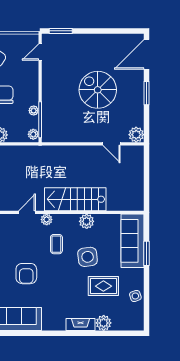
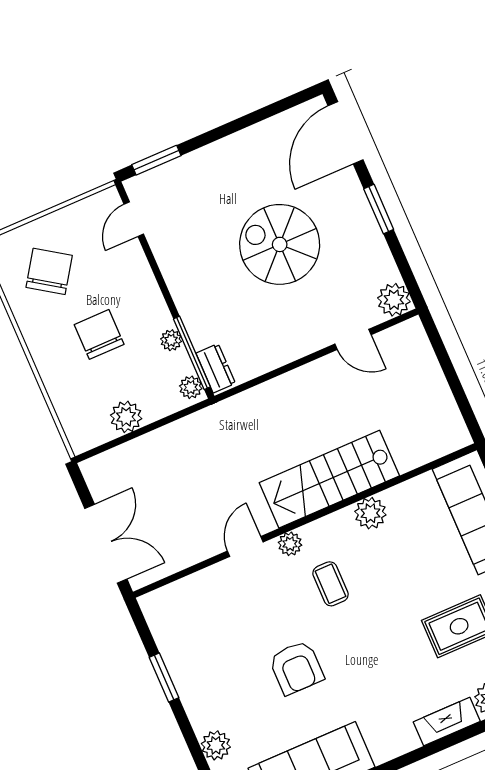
dresser: (47, 131) -> (216, 368), added
side table: (88, 257) -> (403, 582), removed

